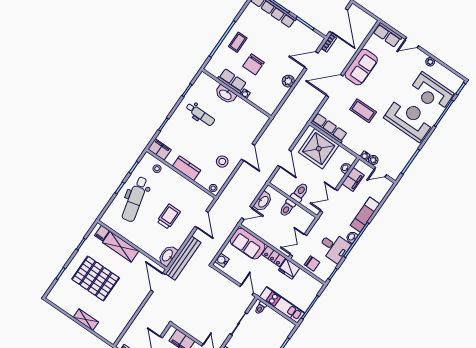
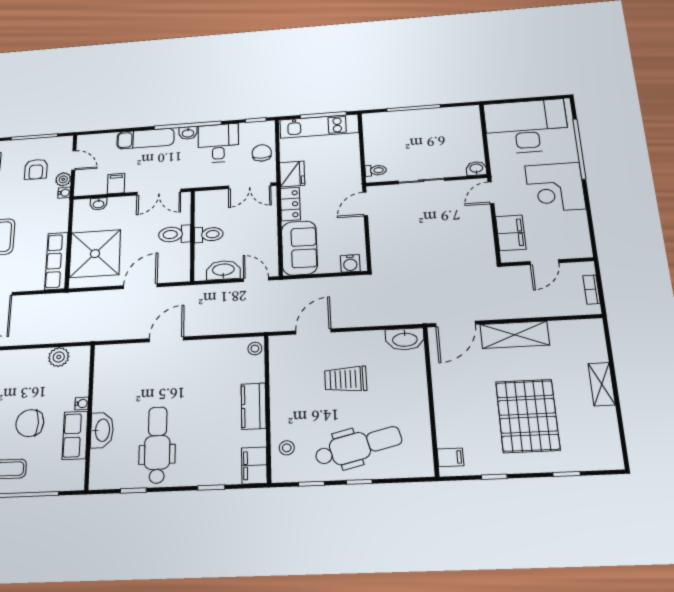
chair: (253, 64) -> (30, 423), turned 180
plant: (288, 81) -> (59, 357), moved
dental chair: (200, 114) -> (157, 445), width x1.36, depth x1.38
armchair: (390, 150) -> (36, 169), added
stool: (222, 162) -> (206, 364), removed
filing cabinet: (353, 180) -> (116, 184), width x0.50
shelving: (121, 247) -> (515, 335), moved, turned 90
bench: (183, 258) -> (391, 316), removed
kitchen unit: (282, 305) -> (319, 126), moved, turned -90

